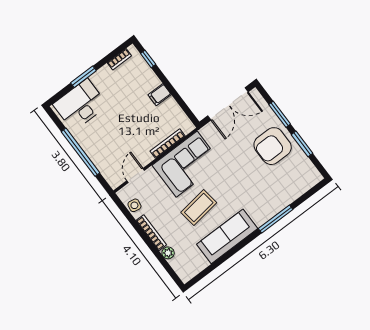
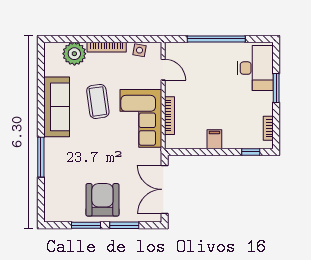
plant: (168, 253) -> (74, 54), width x1.87, depth x1.87

